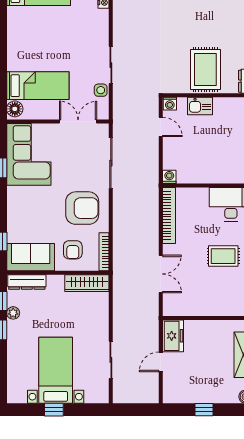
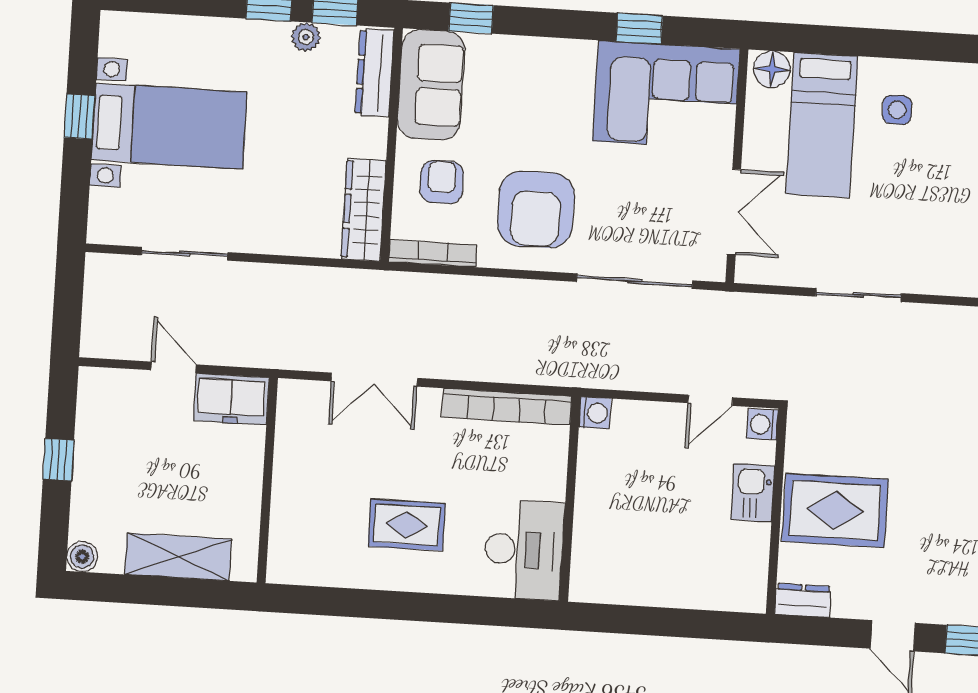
side table: (101, 90) -> (897, 110), moved
armchair: (73, 250) -> (442, 182), turned 90
rug: (223, 256) -> (407, 525), turned 90

